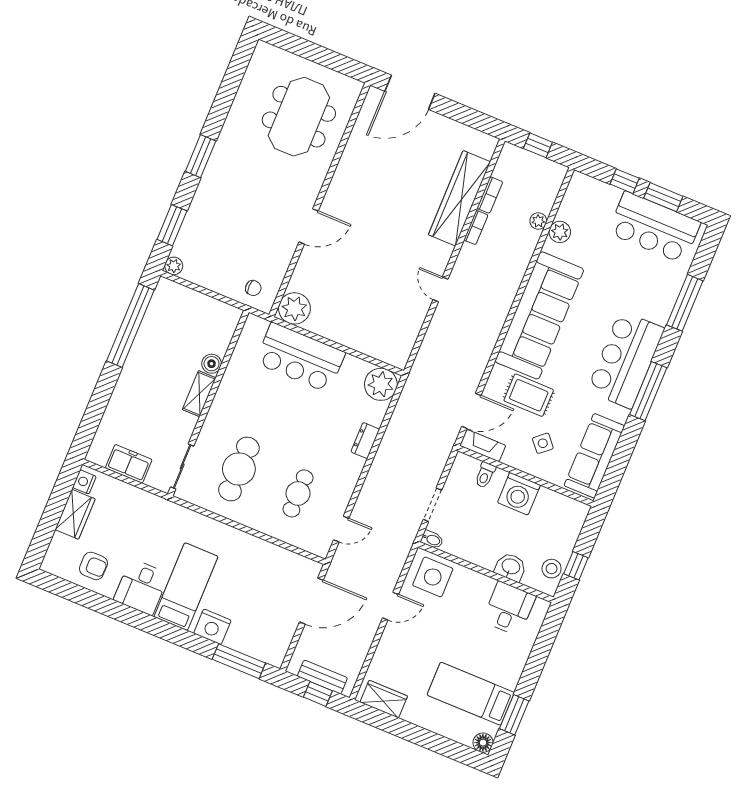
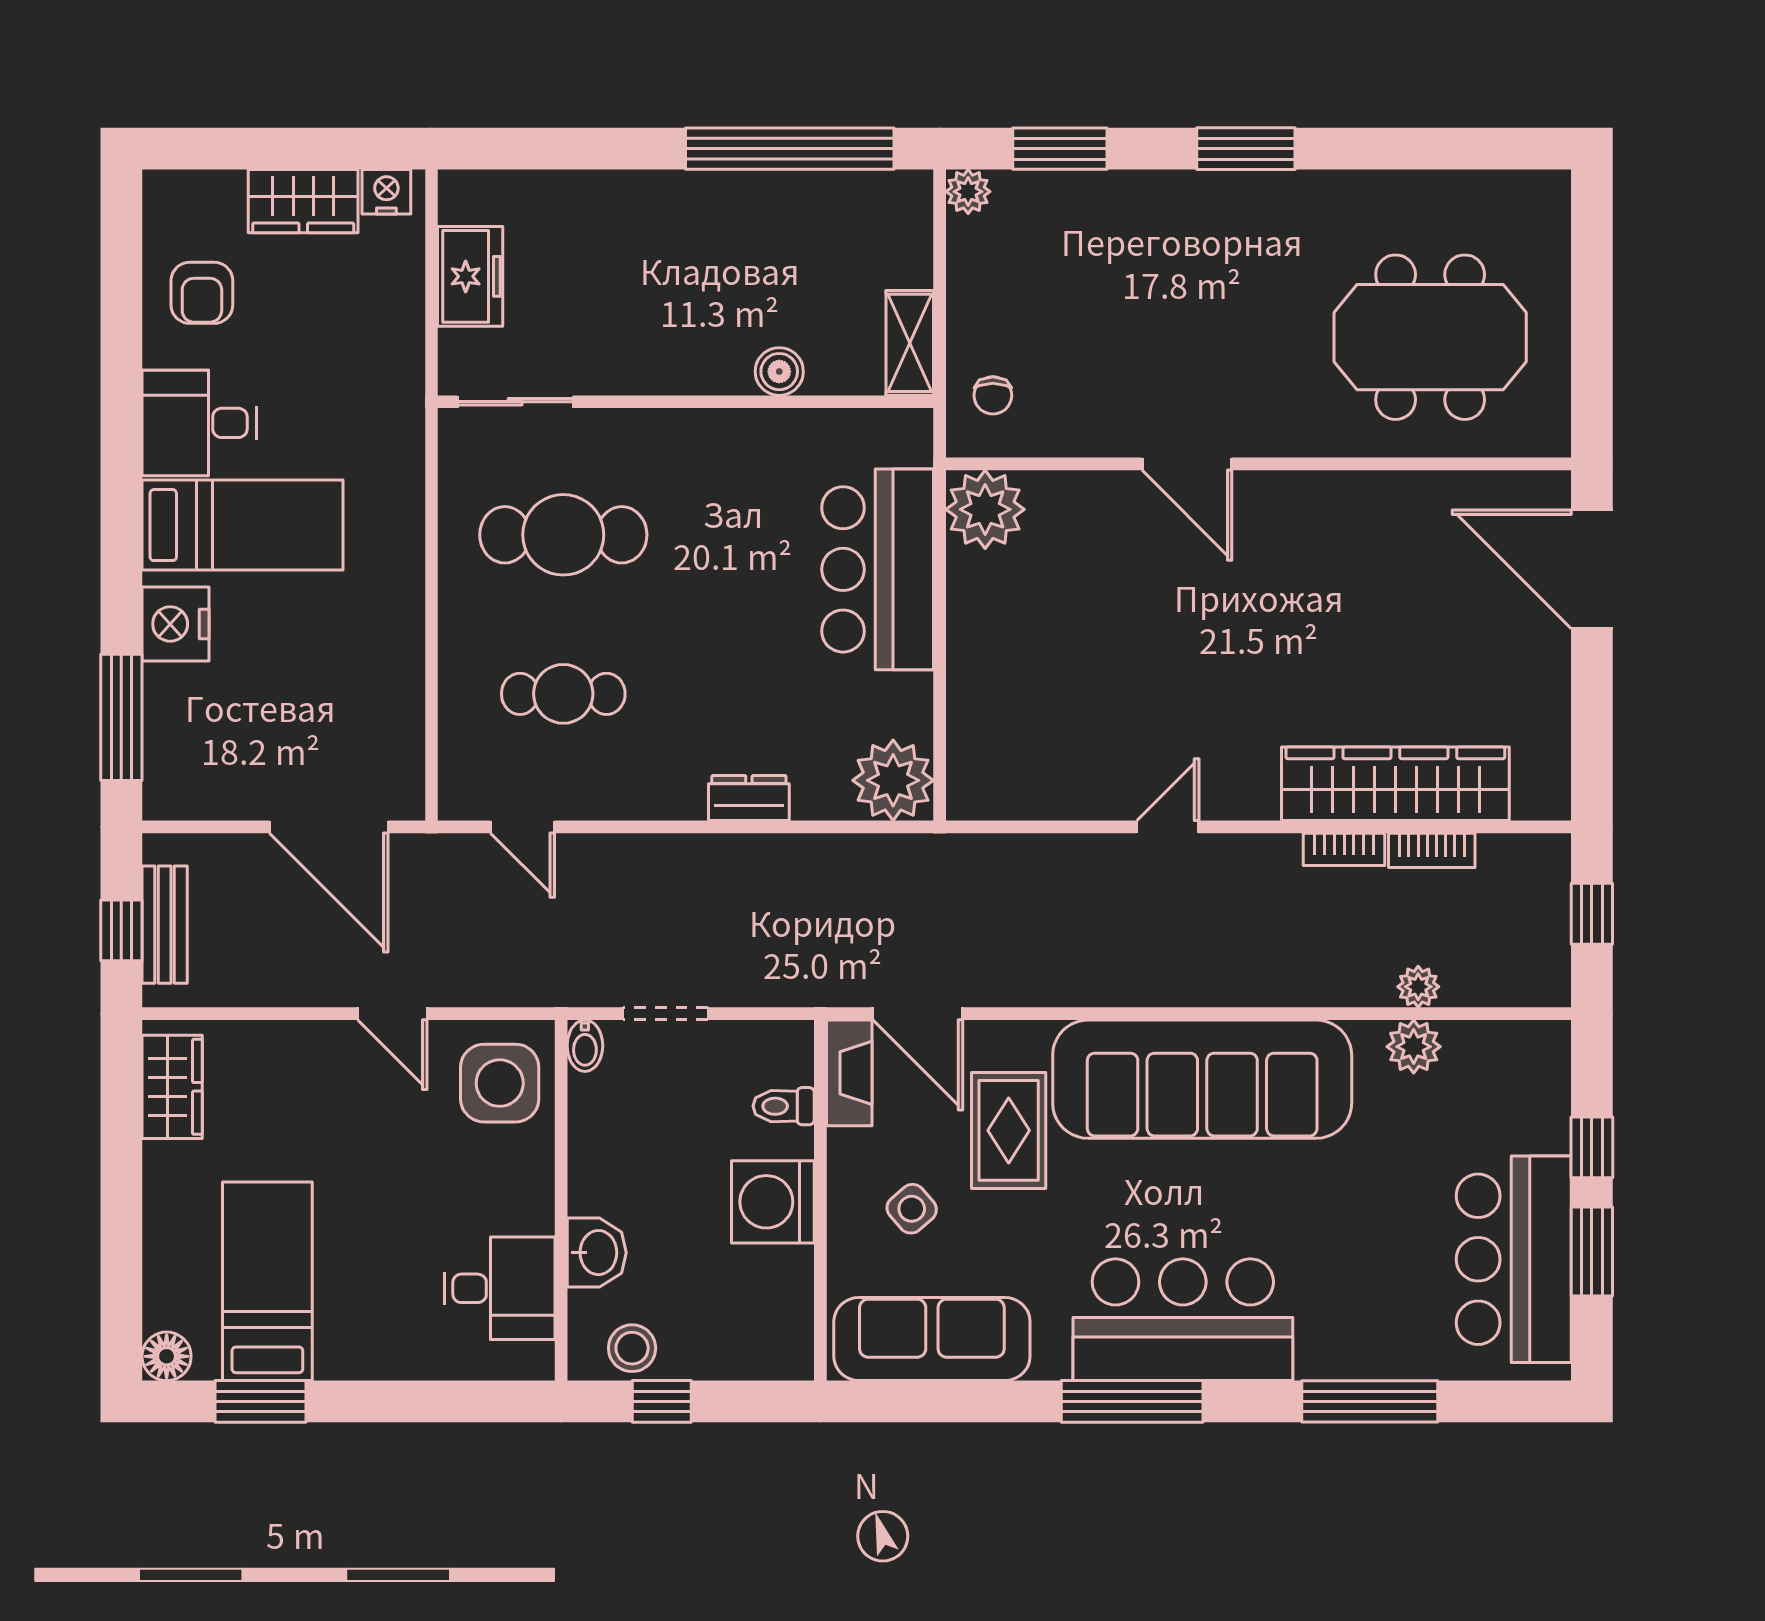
shelving: (199, 394) -> (910, 343), moved, turned 90

